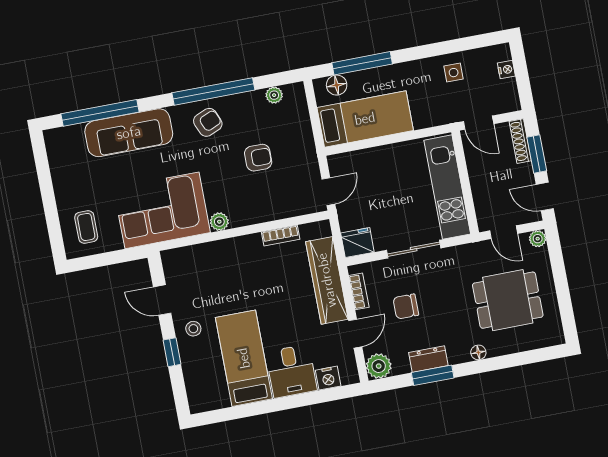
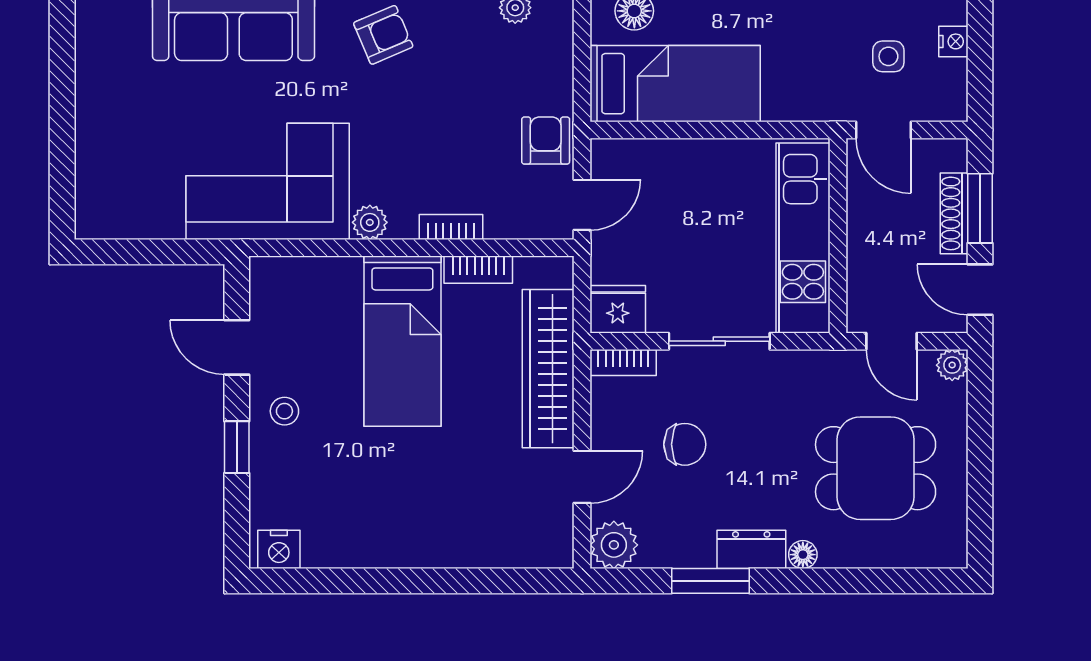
side table: (454, 73) -> (888, 56), moved
shoe rack: (520, 141) -> (954, 213), moved
armchair: (258, 158) -> (546, 141), moved, turned -90
bookcase: (262, 216) -> (451, 227), added
coffee table: (86, 227) -> (122, 186), removed
bookcase: (359, 291) -> (623, 363), moved, turned 90
chair: (406, 307) -> (685, 444), turned 180
bed: (244, 358) -> (402, 341), moved, turned 180
dresser: (428, 359) -> (751, 549), moved
desk: (291, 371) -> (451, 524), removed
nightstand: (328, 378) -> (279, 549), moved

